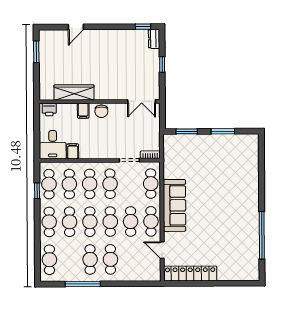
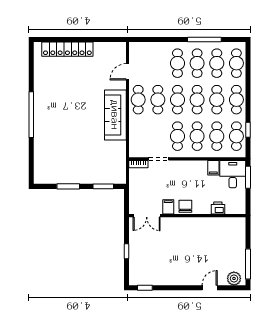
plant: (51, 37) -> (234, 278), added
dresser: (154, 39) -> (134, 276), removed
window: (36, 52) -> (248, 264), width x1.44
wardrobe: (74, 93) -> (212, 224), removed
double door: (142, 101) -> (147, 216), swing flipped
printer: (49, 110) -> (218, 208), moved
filing cabinet: (83, 111) -> (168, 207), moved
window: (37, 142) -> (248, 177), added
cafe table: (151, 184) -> (217, 63), moved
window: (262, 235) -> (31, 115), moved
door: (162, 250) -> (128, 72), swing flipped
locker: (190, 273) -> (67, 49), moved

